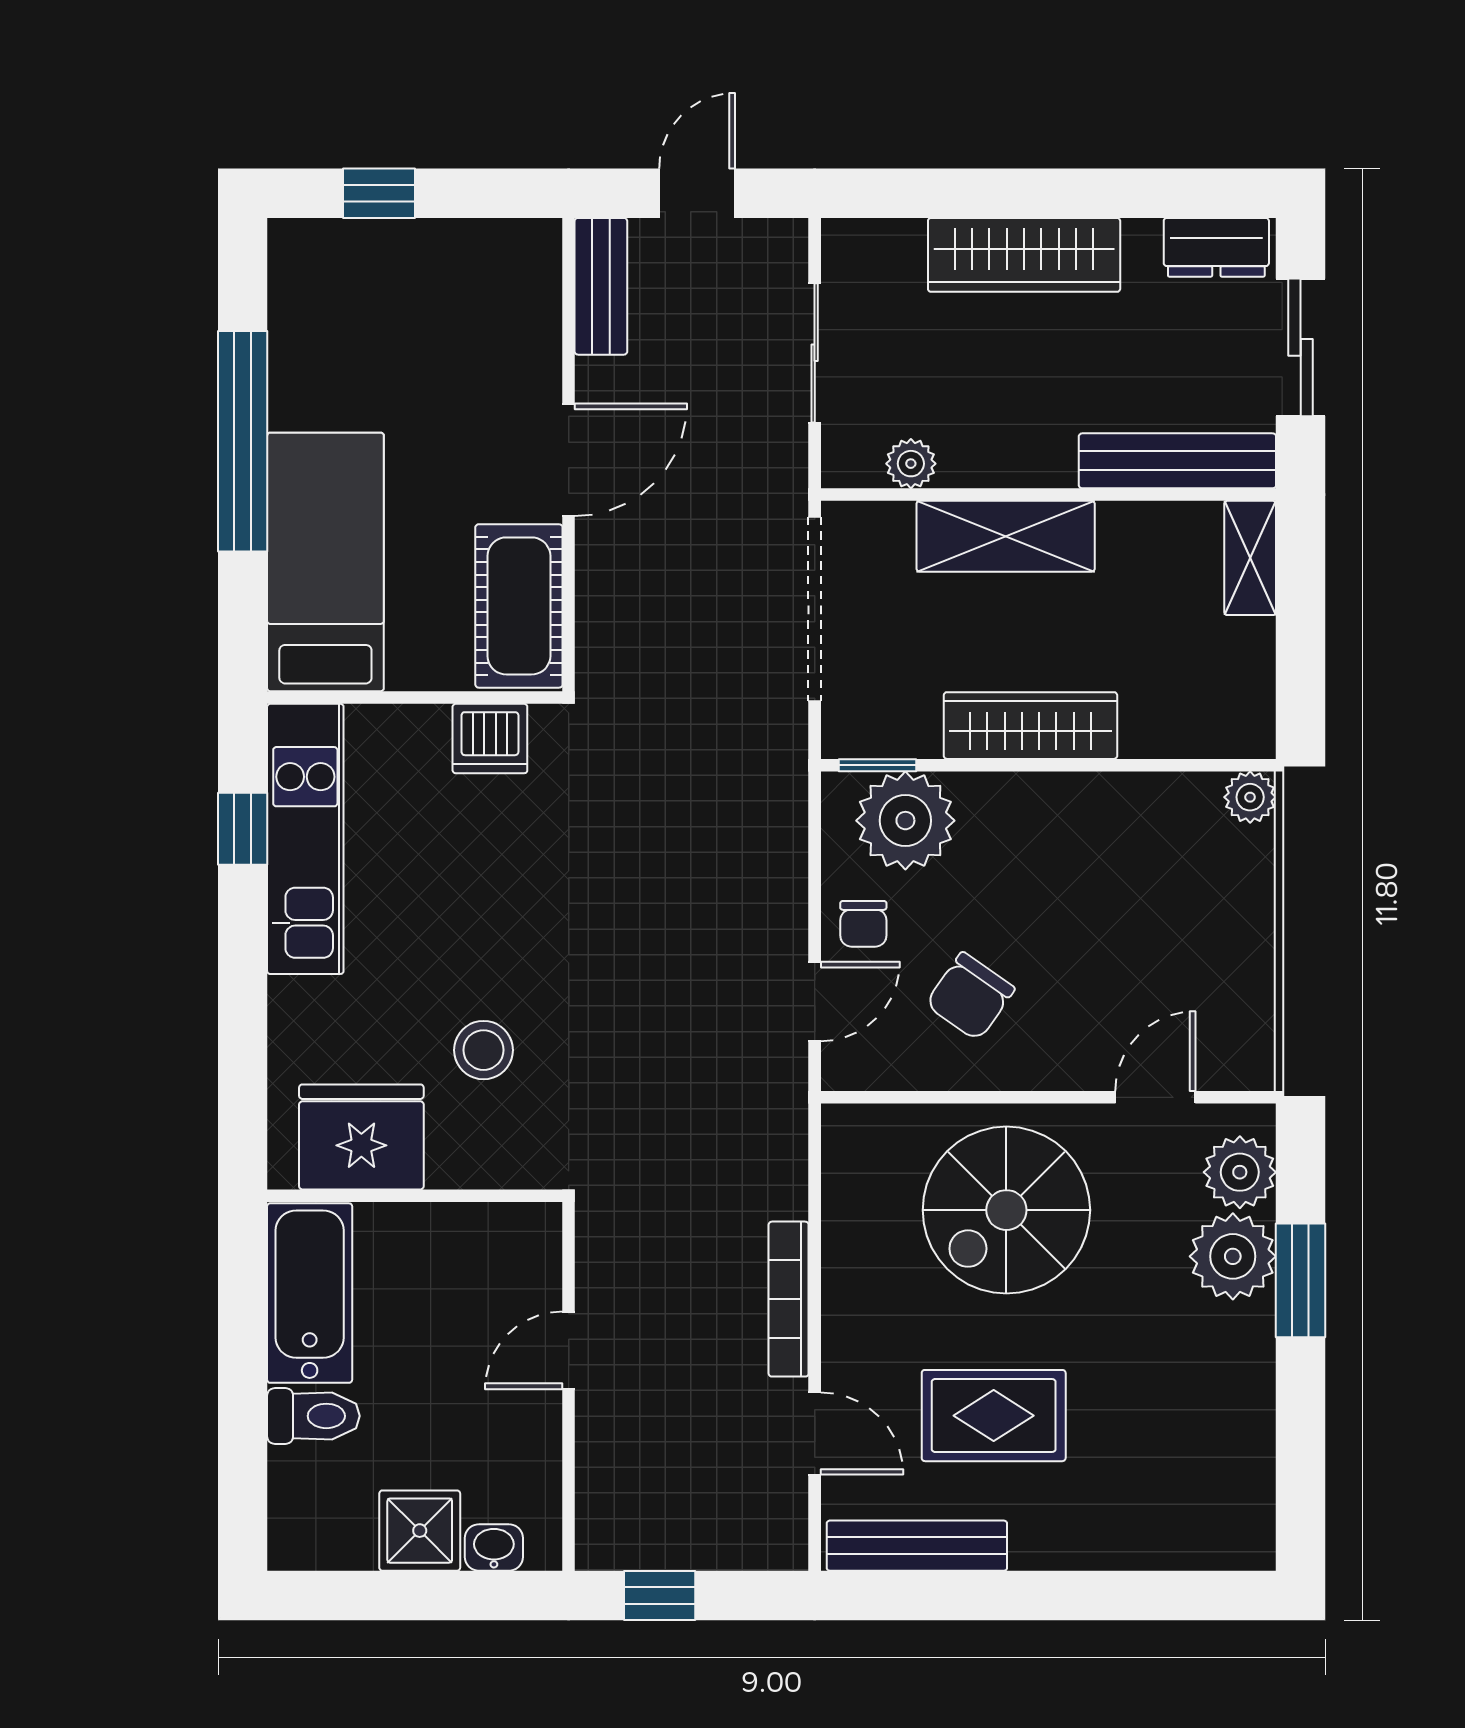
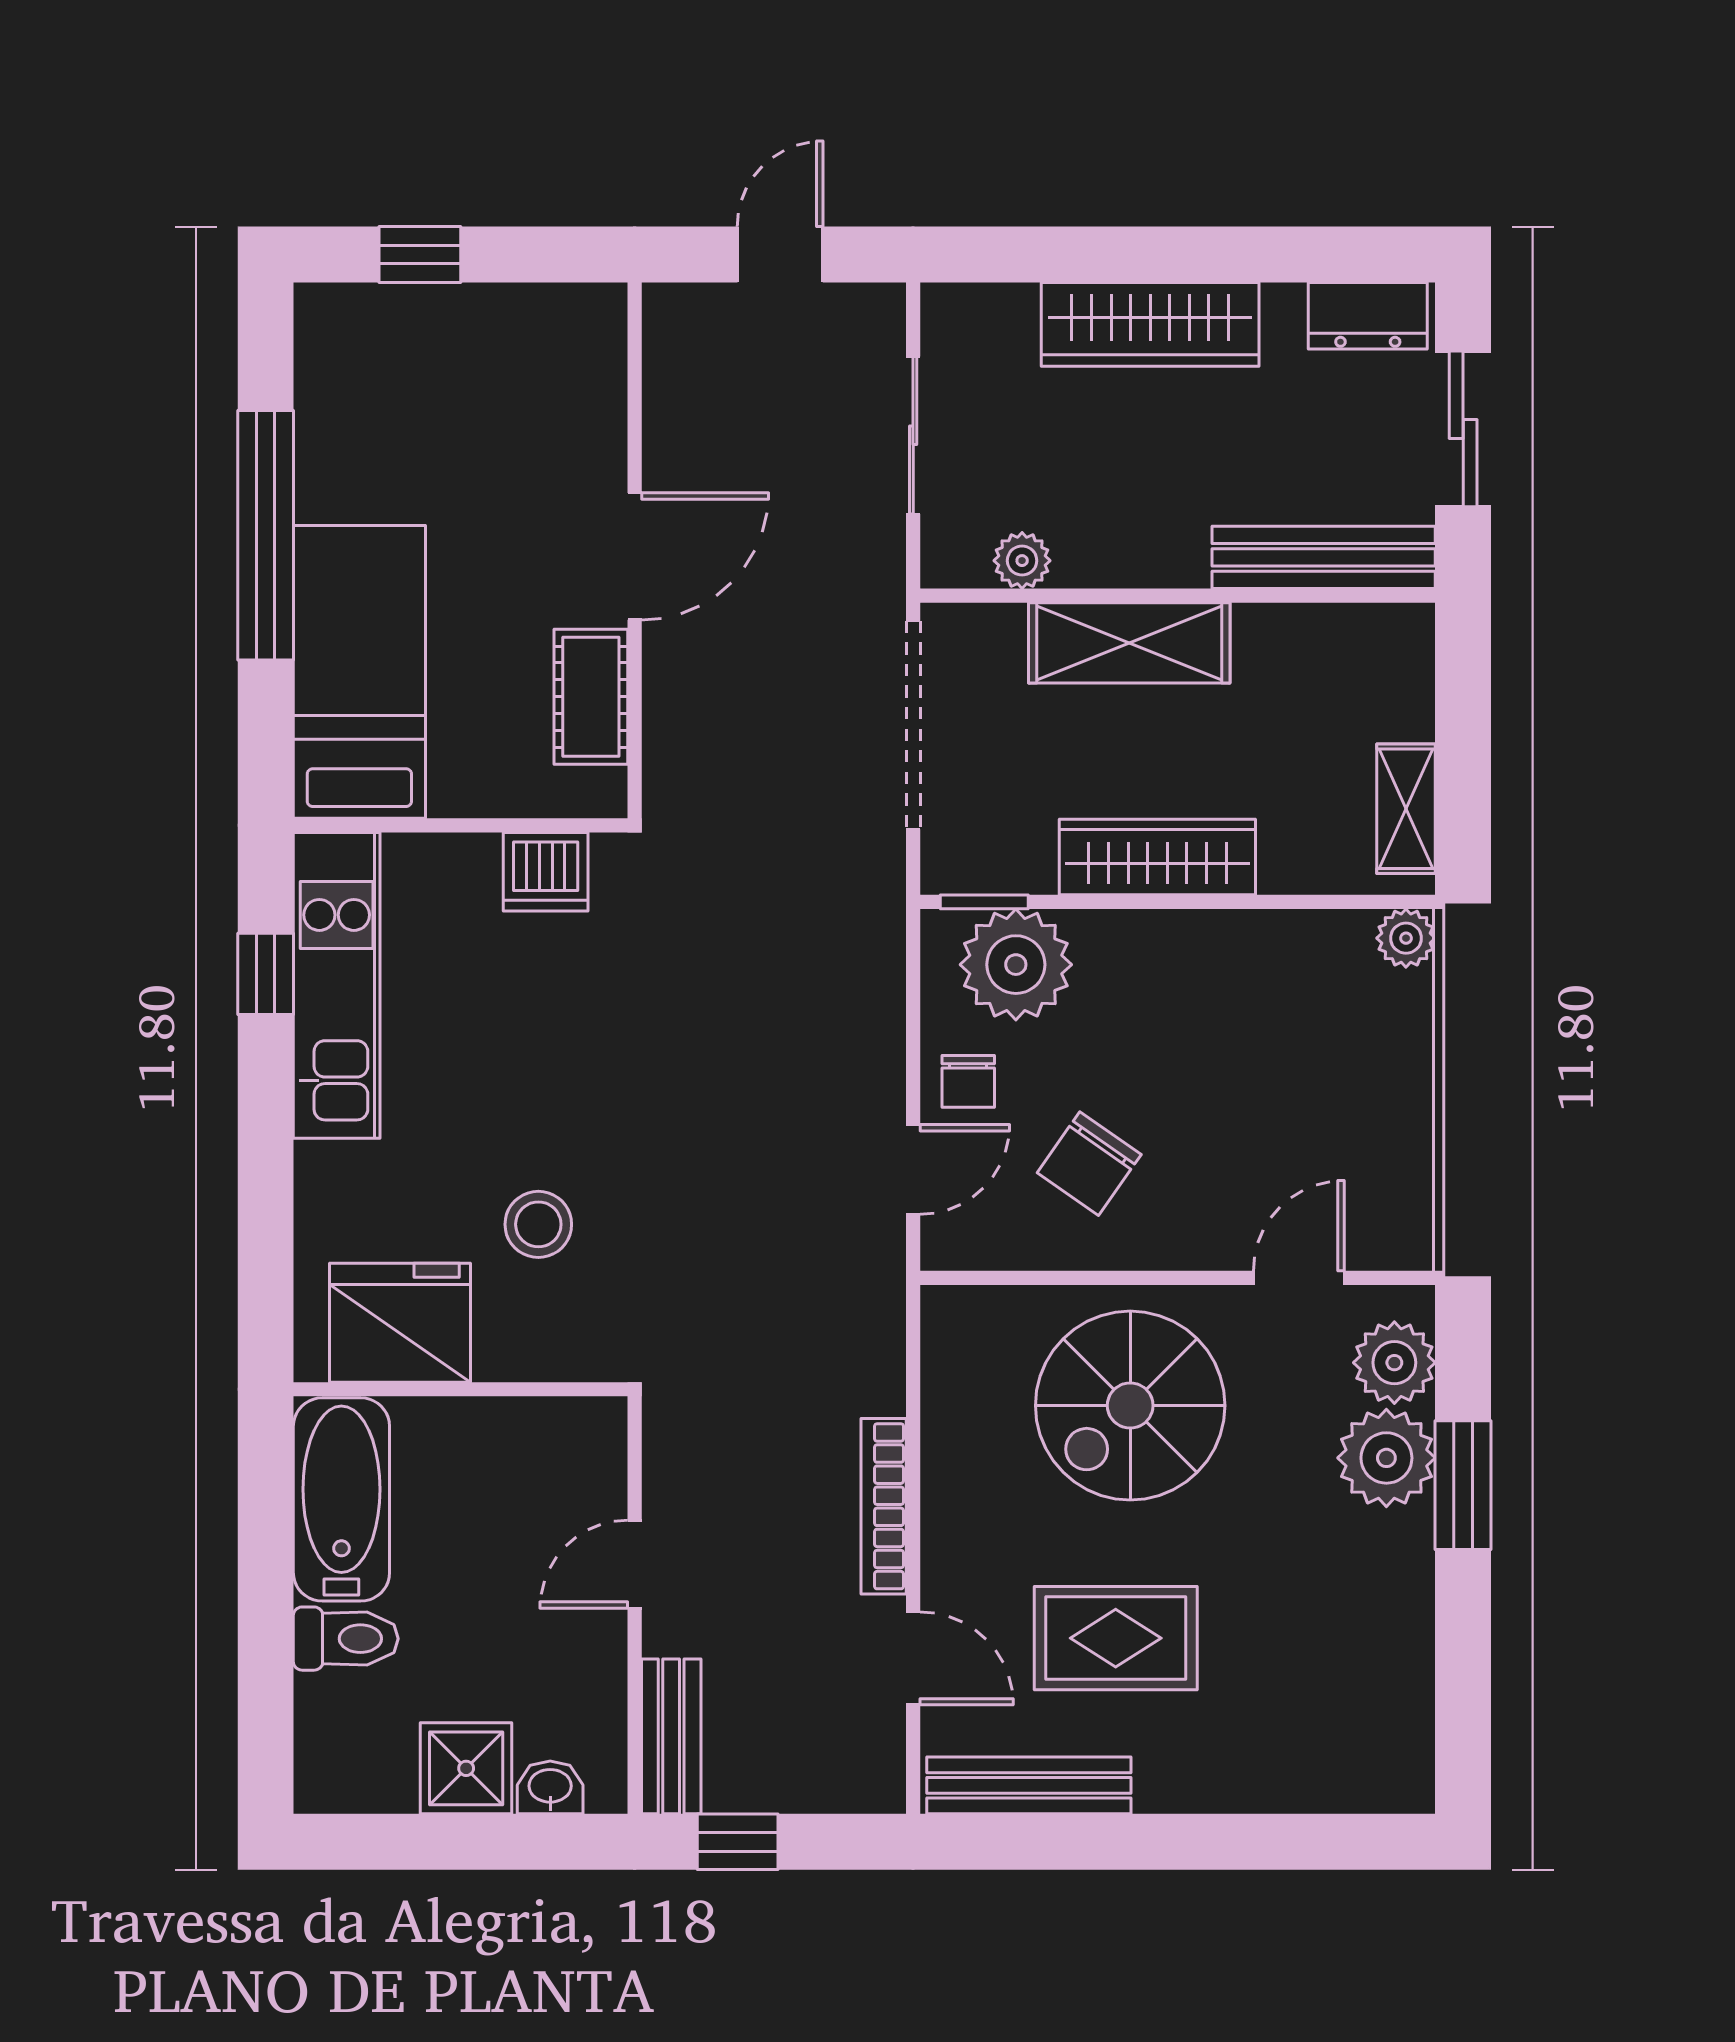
bench: (601, 286) -> (671, 1736), moved
shelving: (1250, 558) -> (1406, 809), moved
cot: (519, 606) -> (591, 697), width x0.73, depth x0.75

